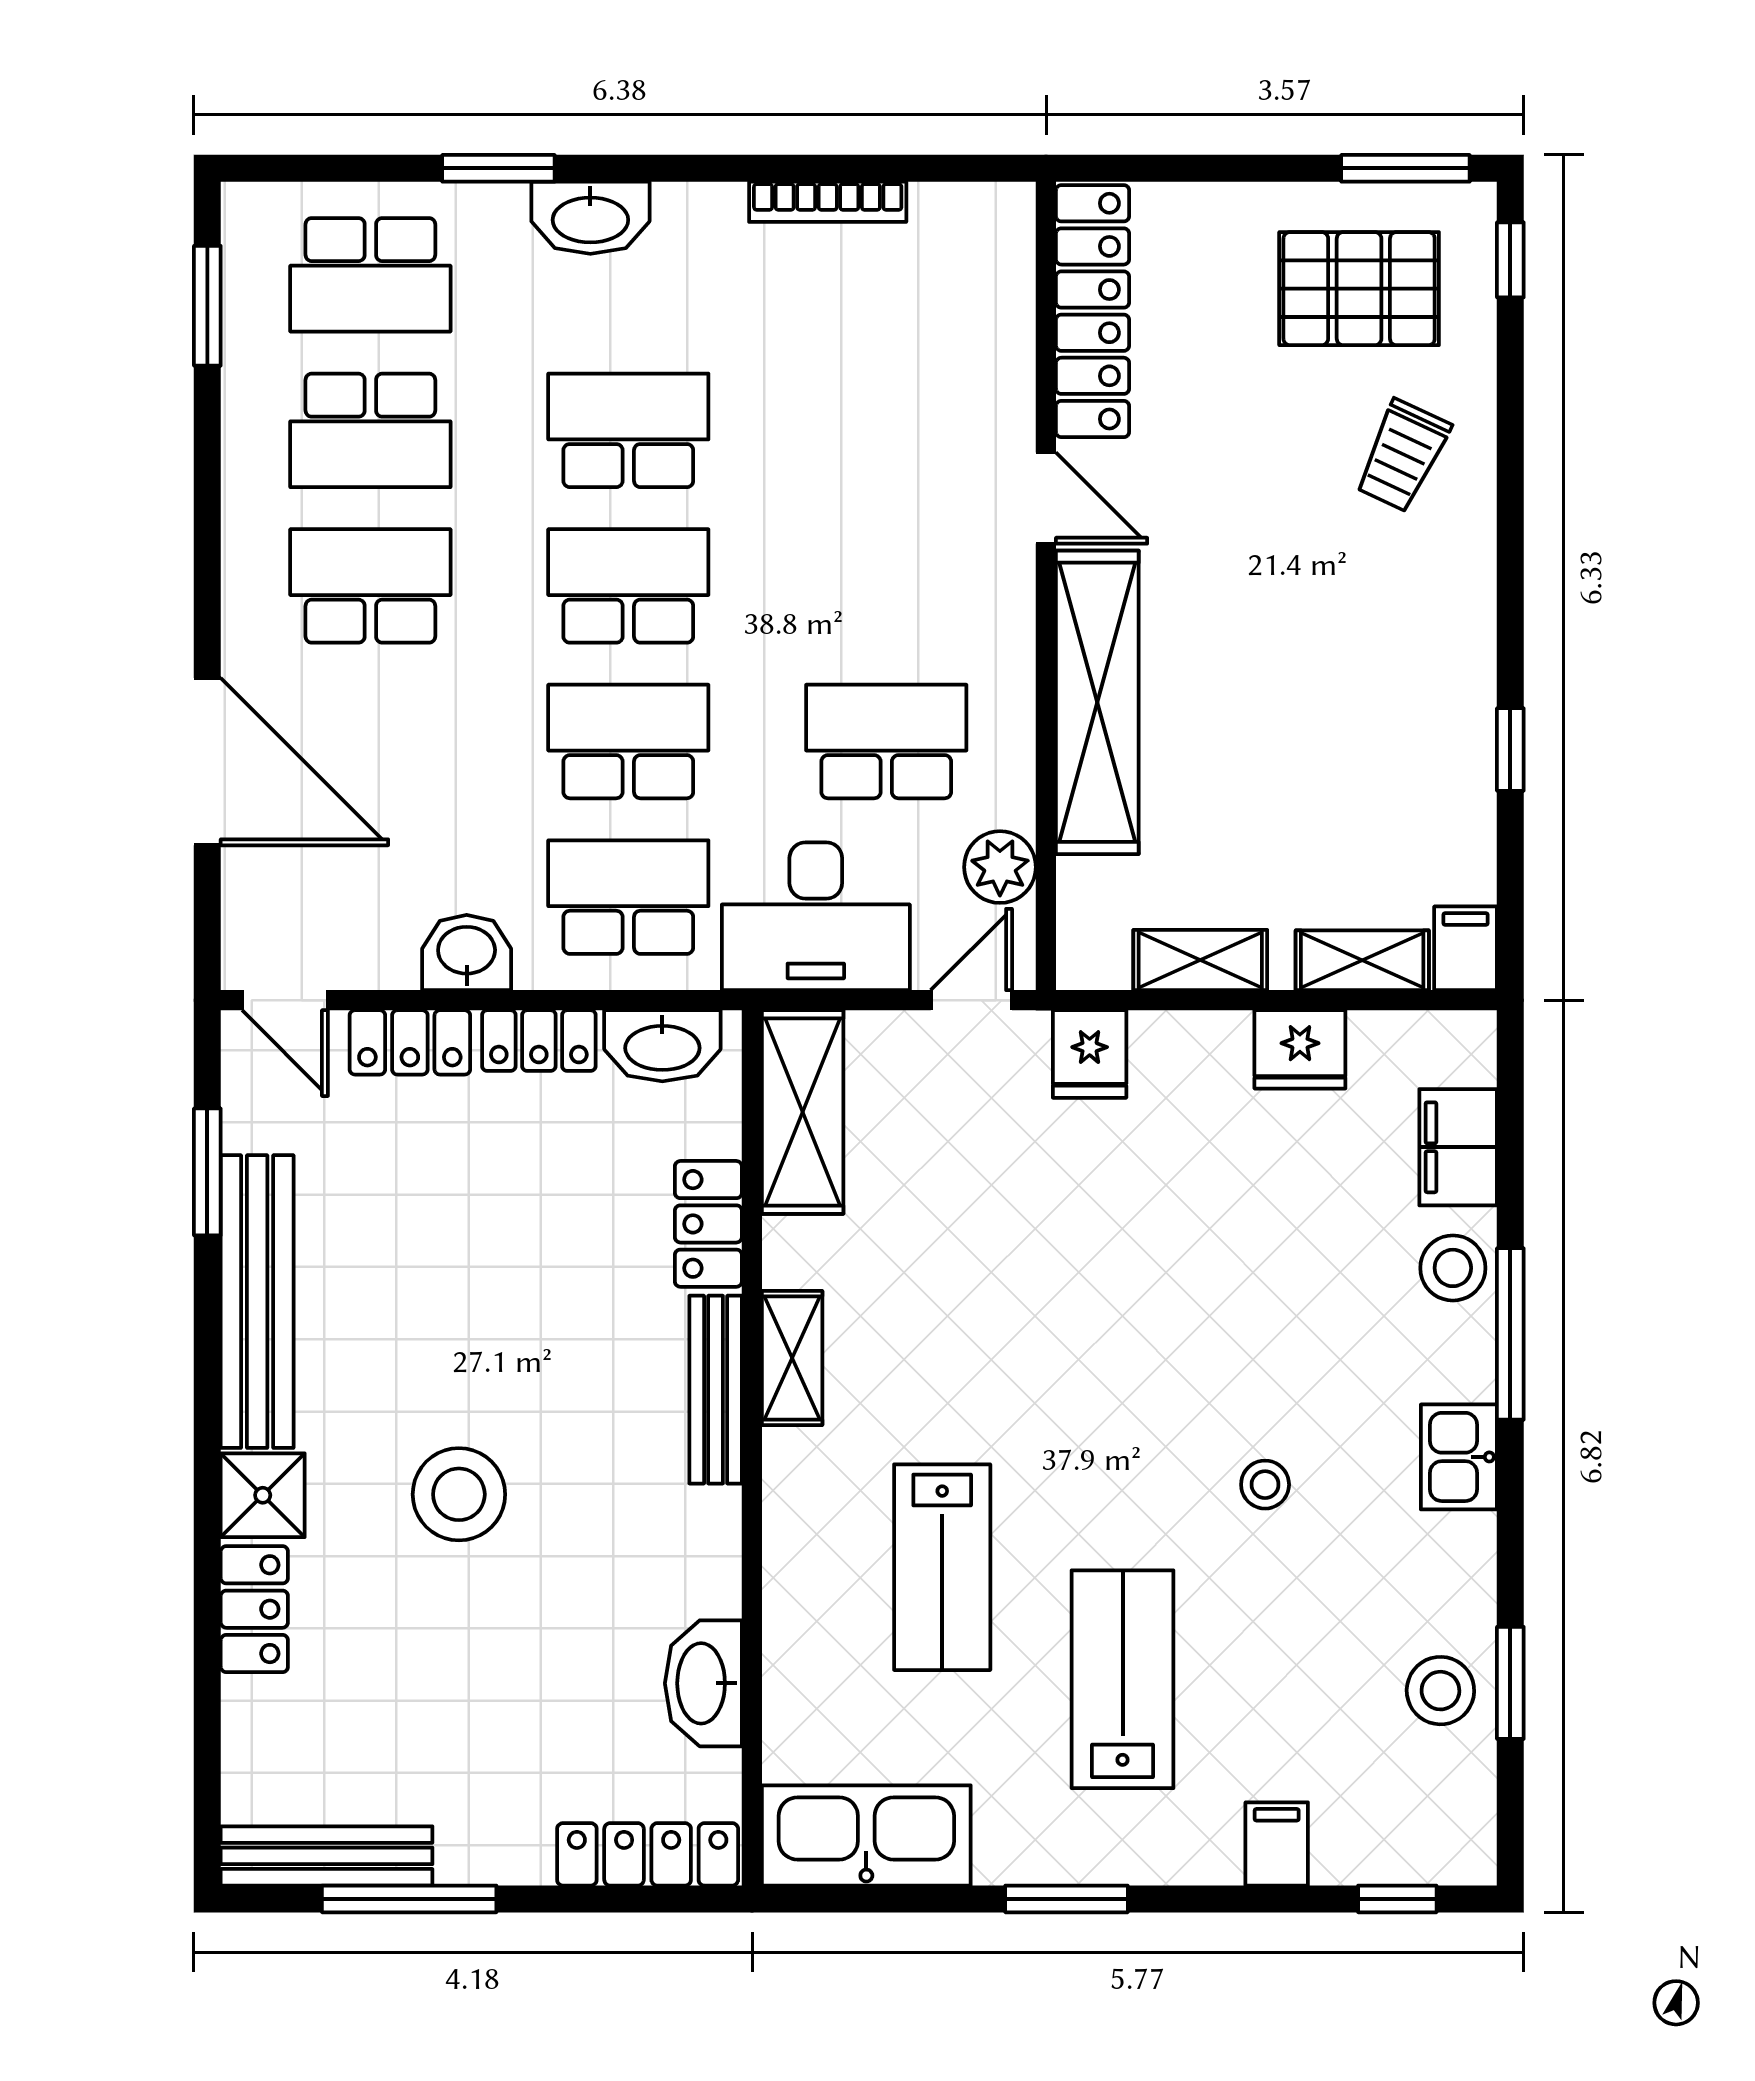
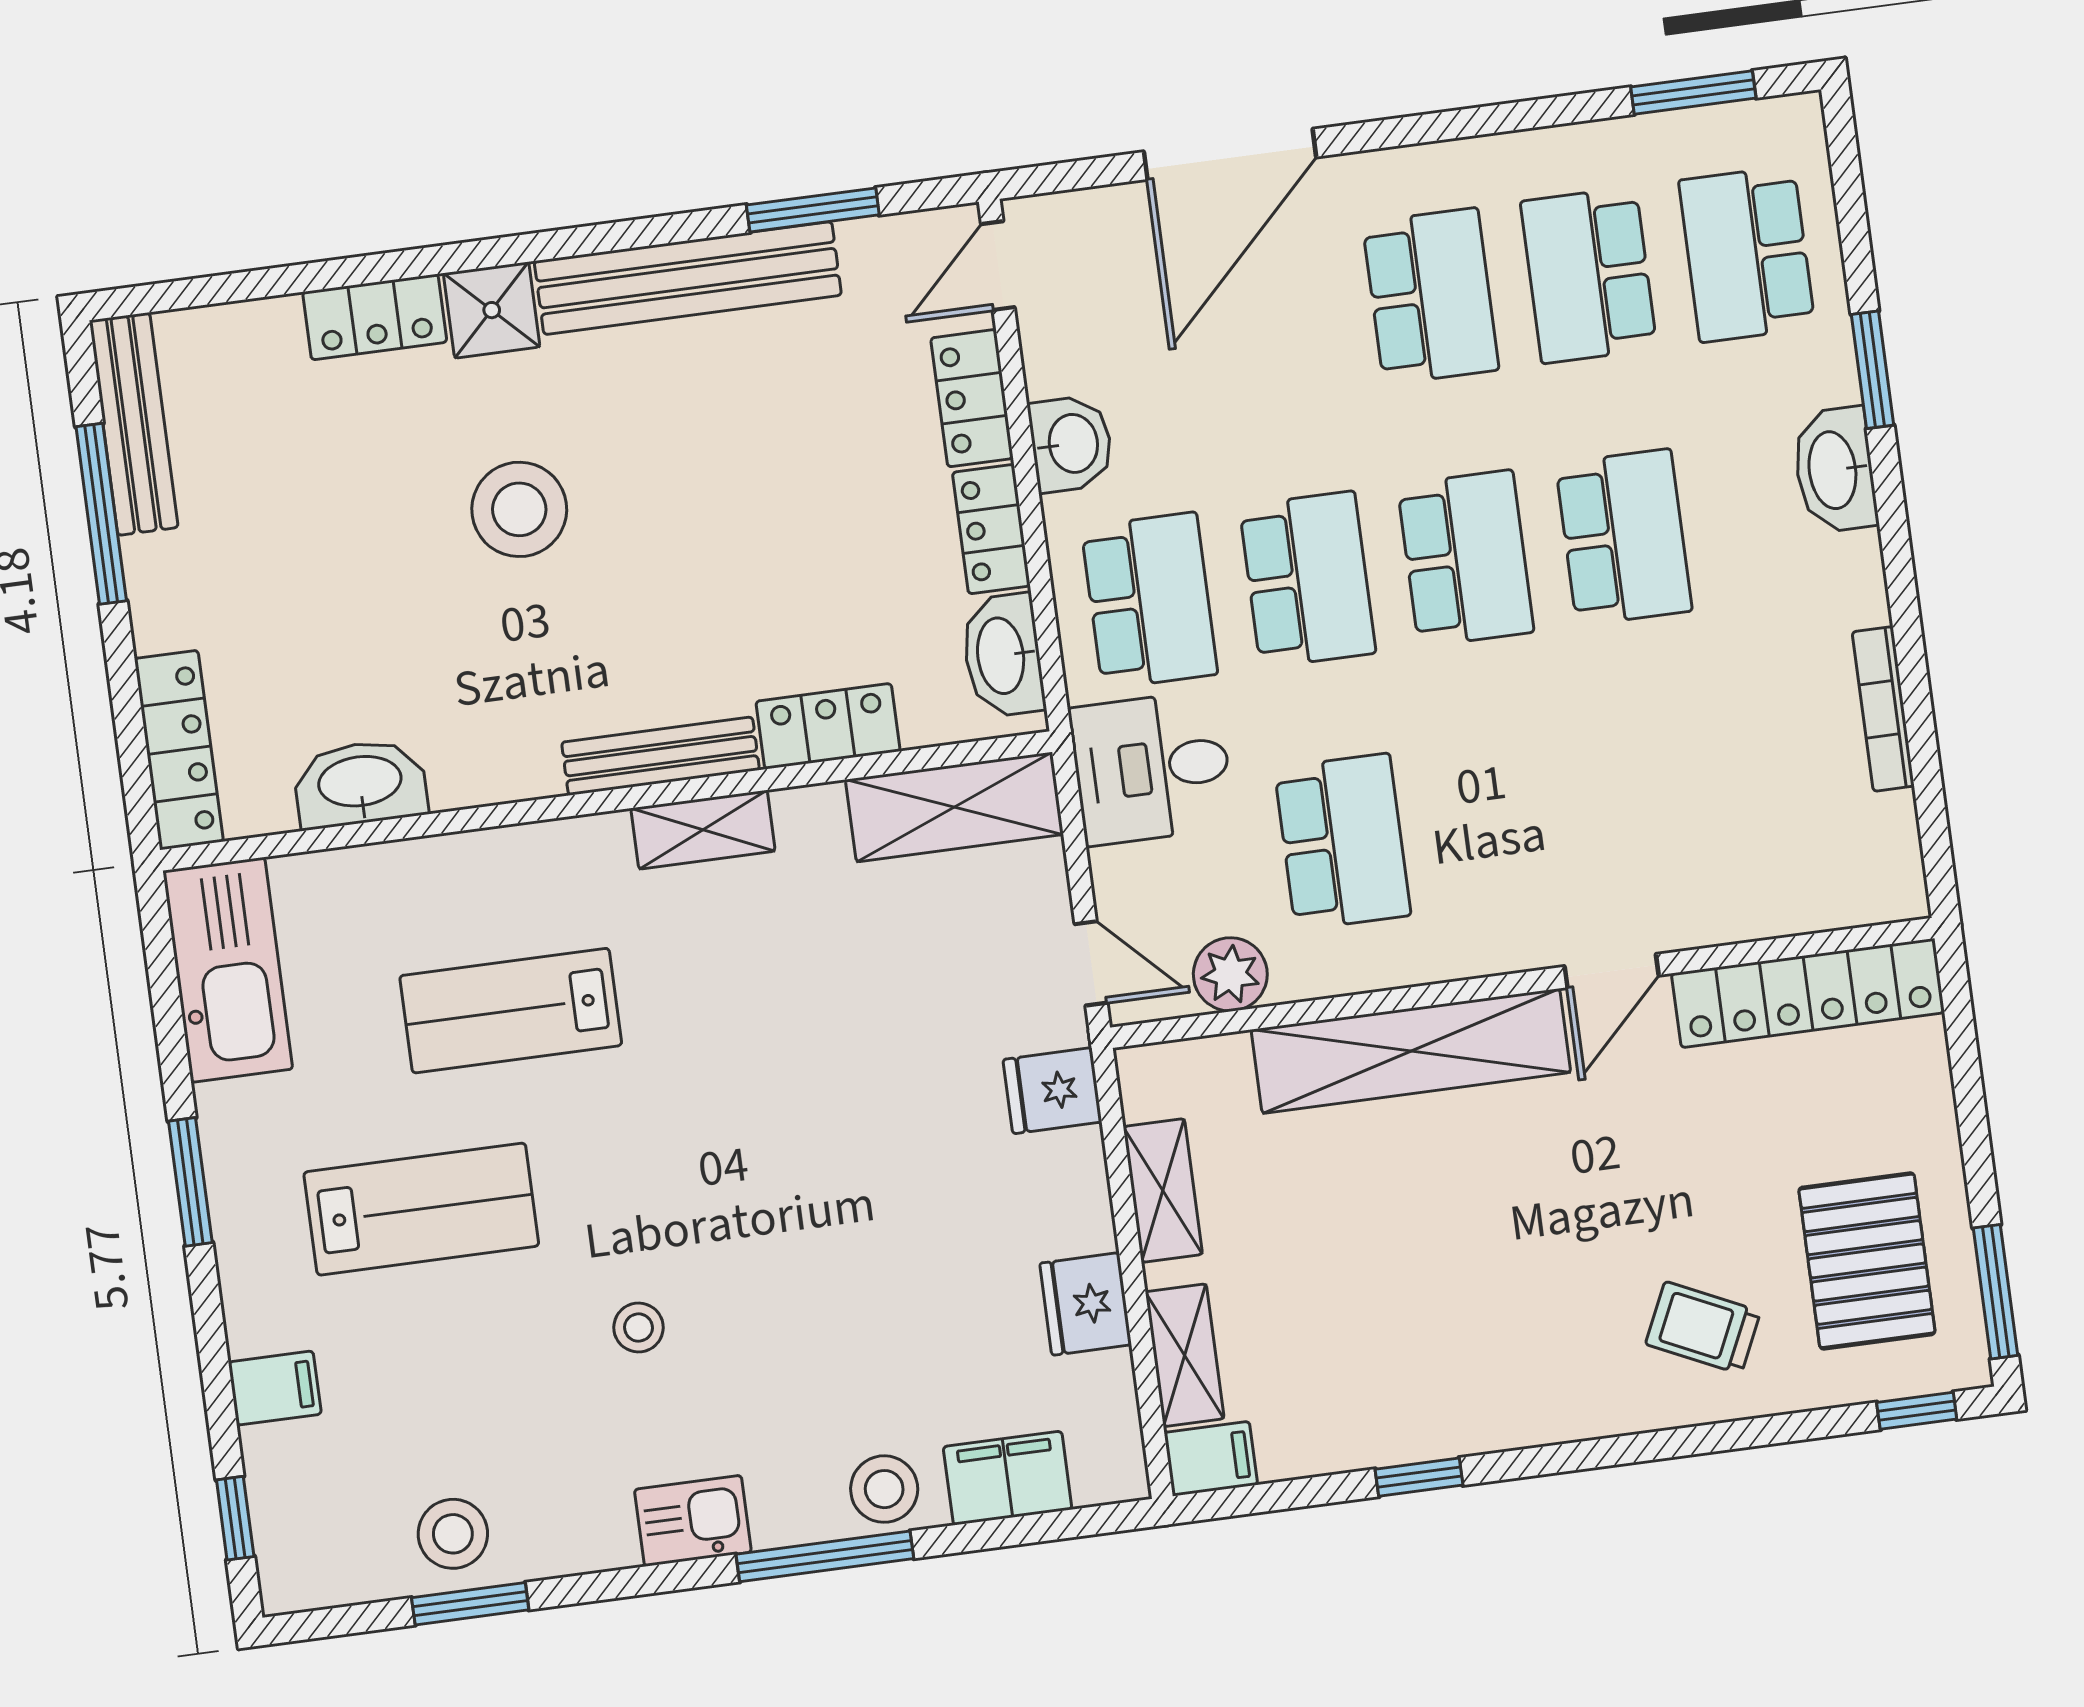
desk: (816, 916) -> (1152, 768), width x0.73

